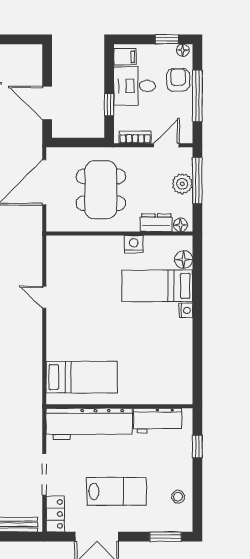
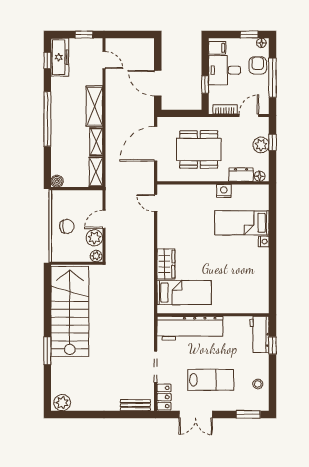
window: (197, 180) -> (272, 142), width x0.46
dining table: (101, 190) -> (199, 149), turned 90
floor lamp: (184, 260) -> (262, 203), removed
door: (44, 297) -> (156, 203), moved
wardrobe: (58, 340) -> (166, 264), added
workbench: (158, 420) -> (259, 334), moved, turned 90

